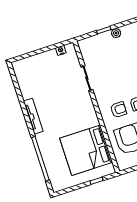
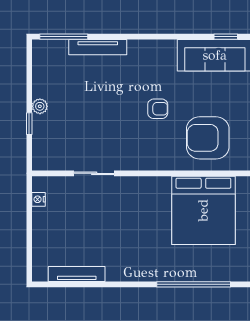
armchair: (118, 110) -> (158, 141), removed
tv unit: (33, 116) -> (77, 274), moved

